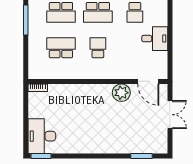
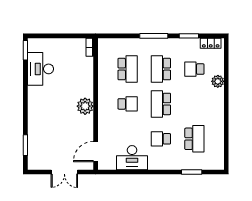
desk: (155, 39) -> (132, 158), width x1.37
plant: (121, 93) -> (85, 106), moved
desk: (42, 136) -> (41, 69), moved, turned -90

